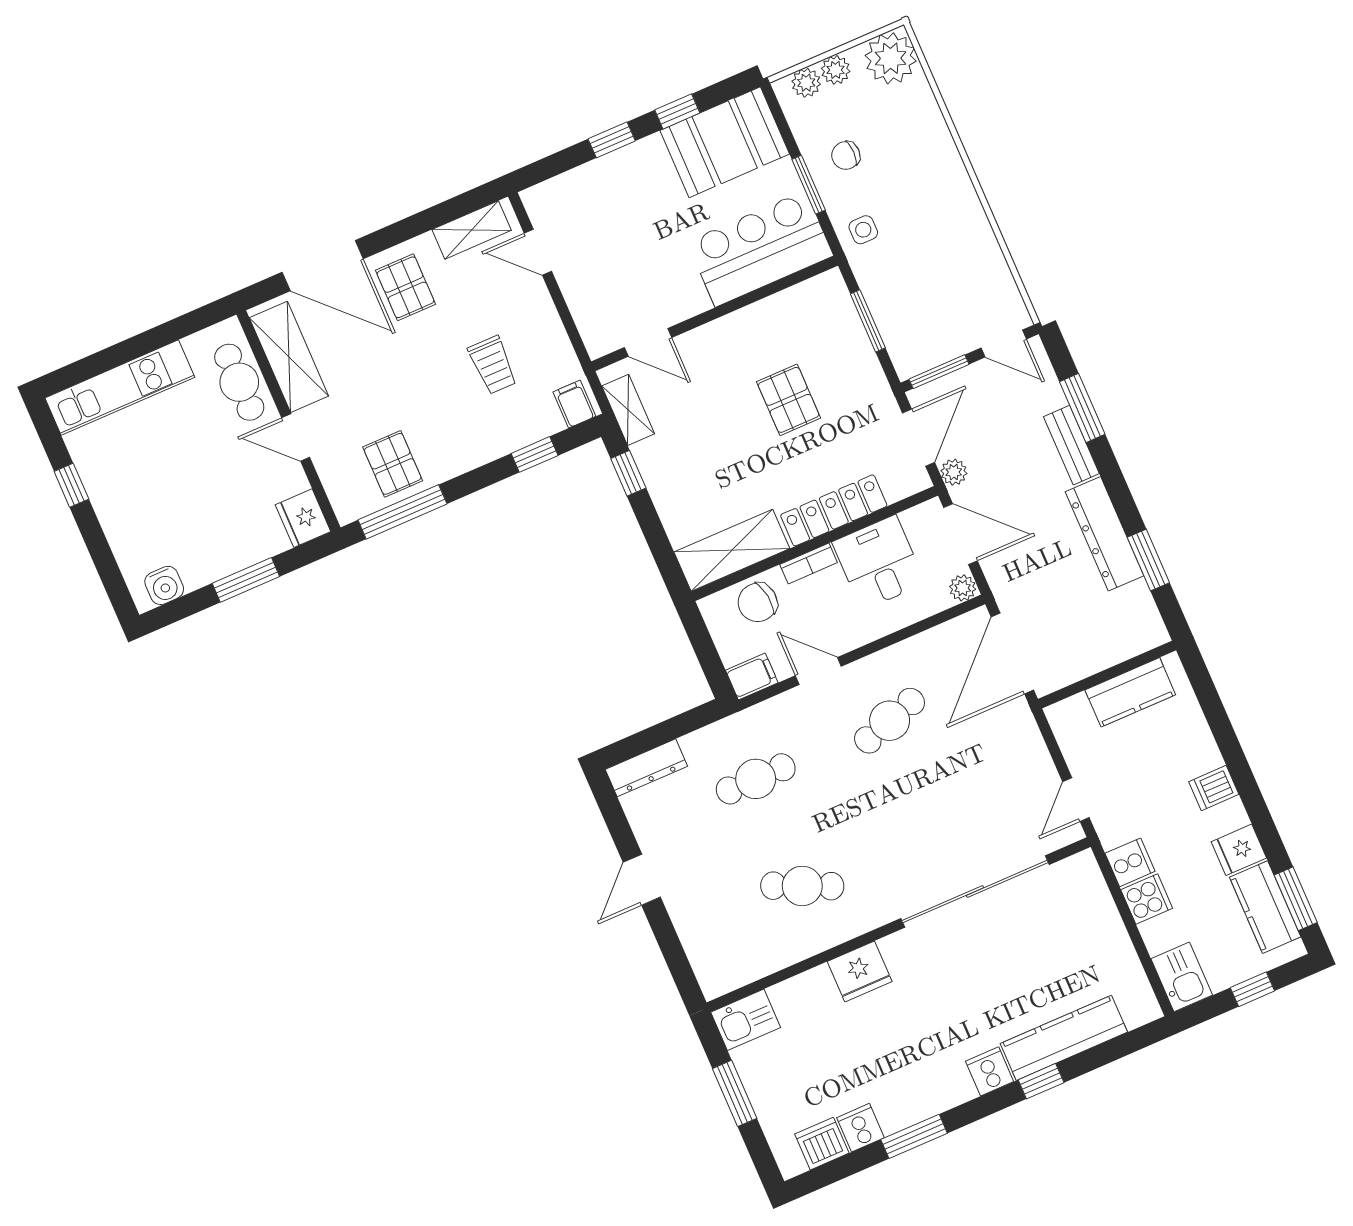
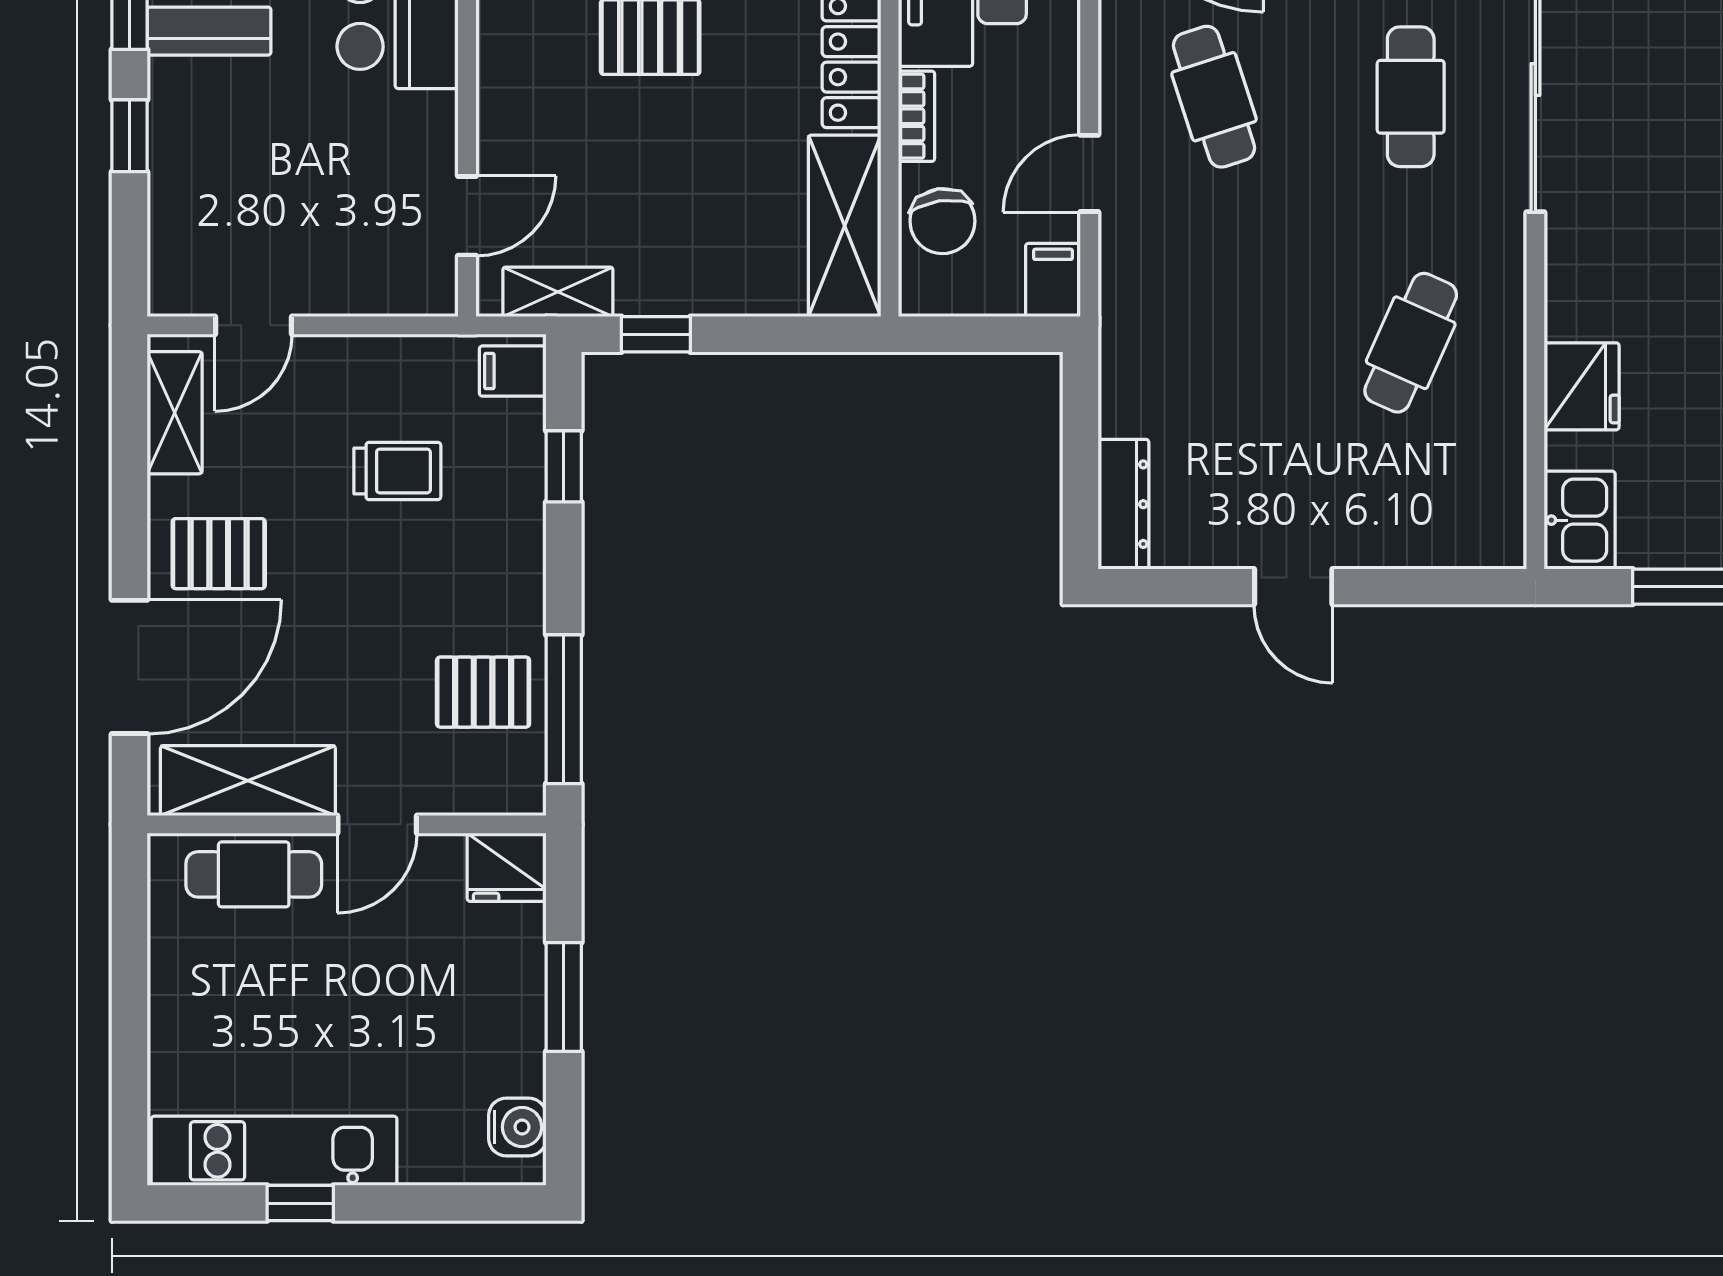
kitchen unit: (120, 388) -> (274, 1151), moved, turned -90
cafe table: (756, 779) -> (1411, 97), moved
fridge: (860, 972) -> (1582, 386), moved

